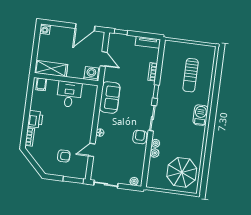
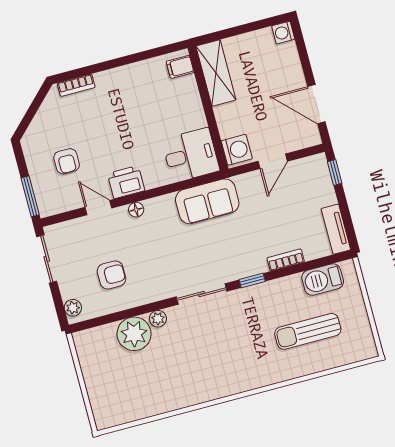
desk: (69, 94) -> (191, 155), moved
barbecue: (200, 115) -> (323, 280), moved, turned 180
printer: (35, 119) -> (126, 182), moved, turned 180
armchair: (140, 137) -> (112, 275), moved
plant: (155, 153) -> (134, 334), width x1.88, depth x1.88
parasol: (182, 172) -> (125, 388), removed

